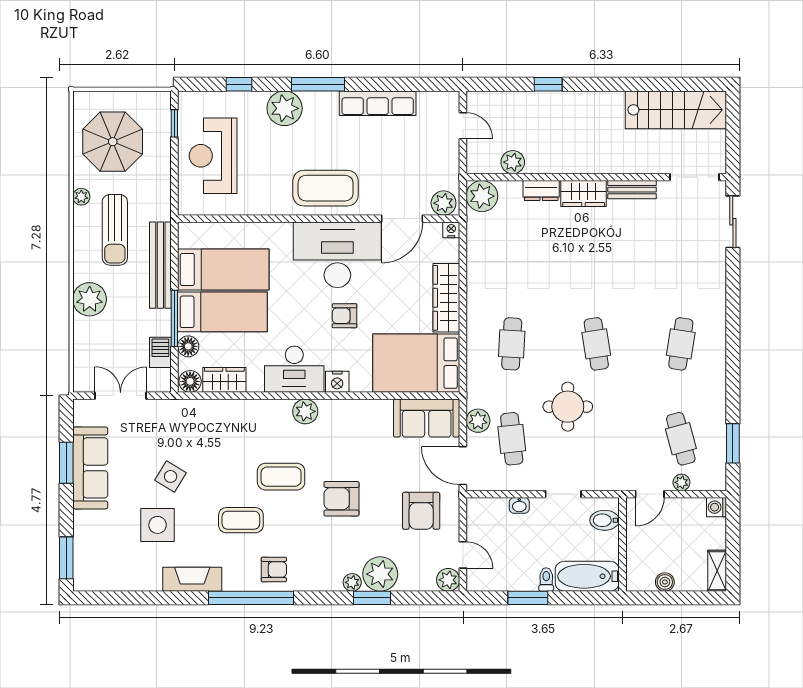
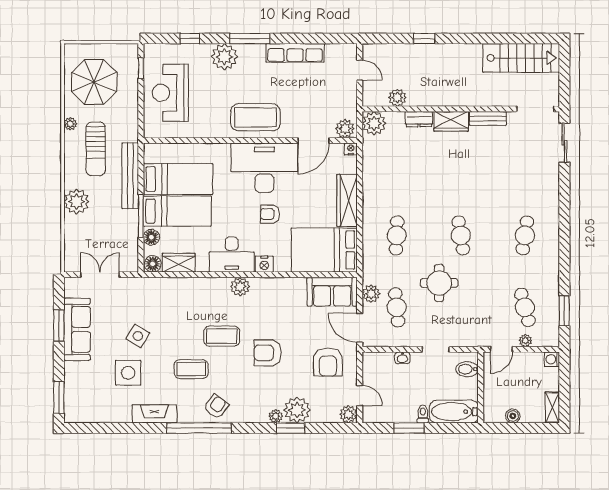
barbecue: (160, 352) -> (130, 242), removed
armchair: (274, 569) -> (216, 407), turned -53

